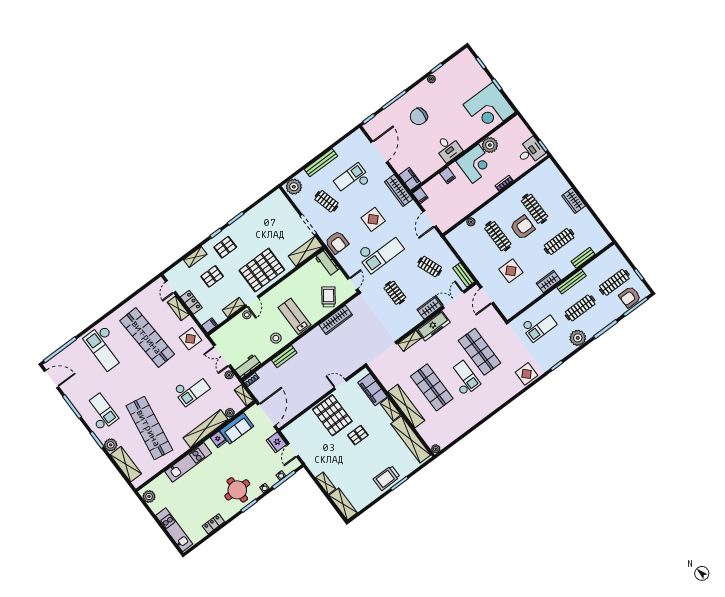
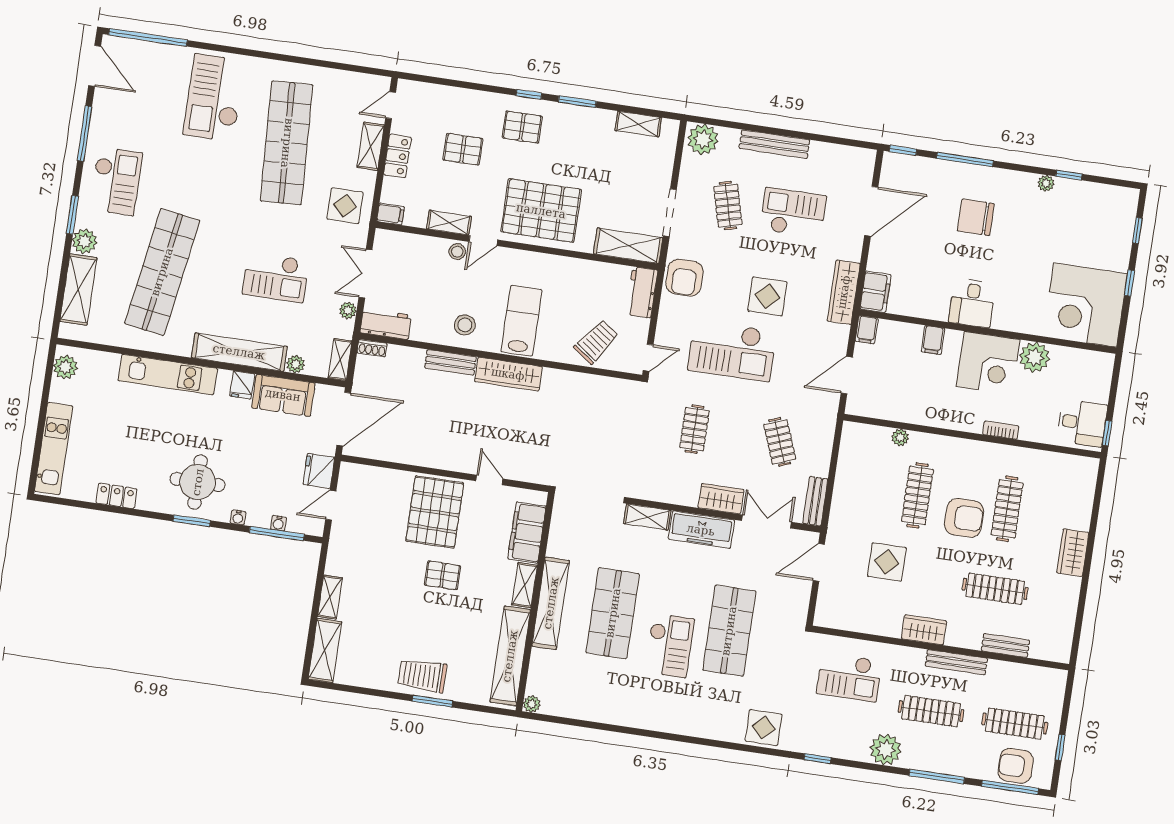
shelving: (195, 257) -> (638, 124), moved
wardrobe: (336, 320) -> (508, 374), moved

